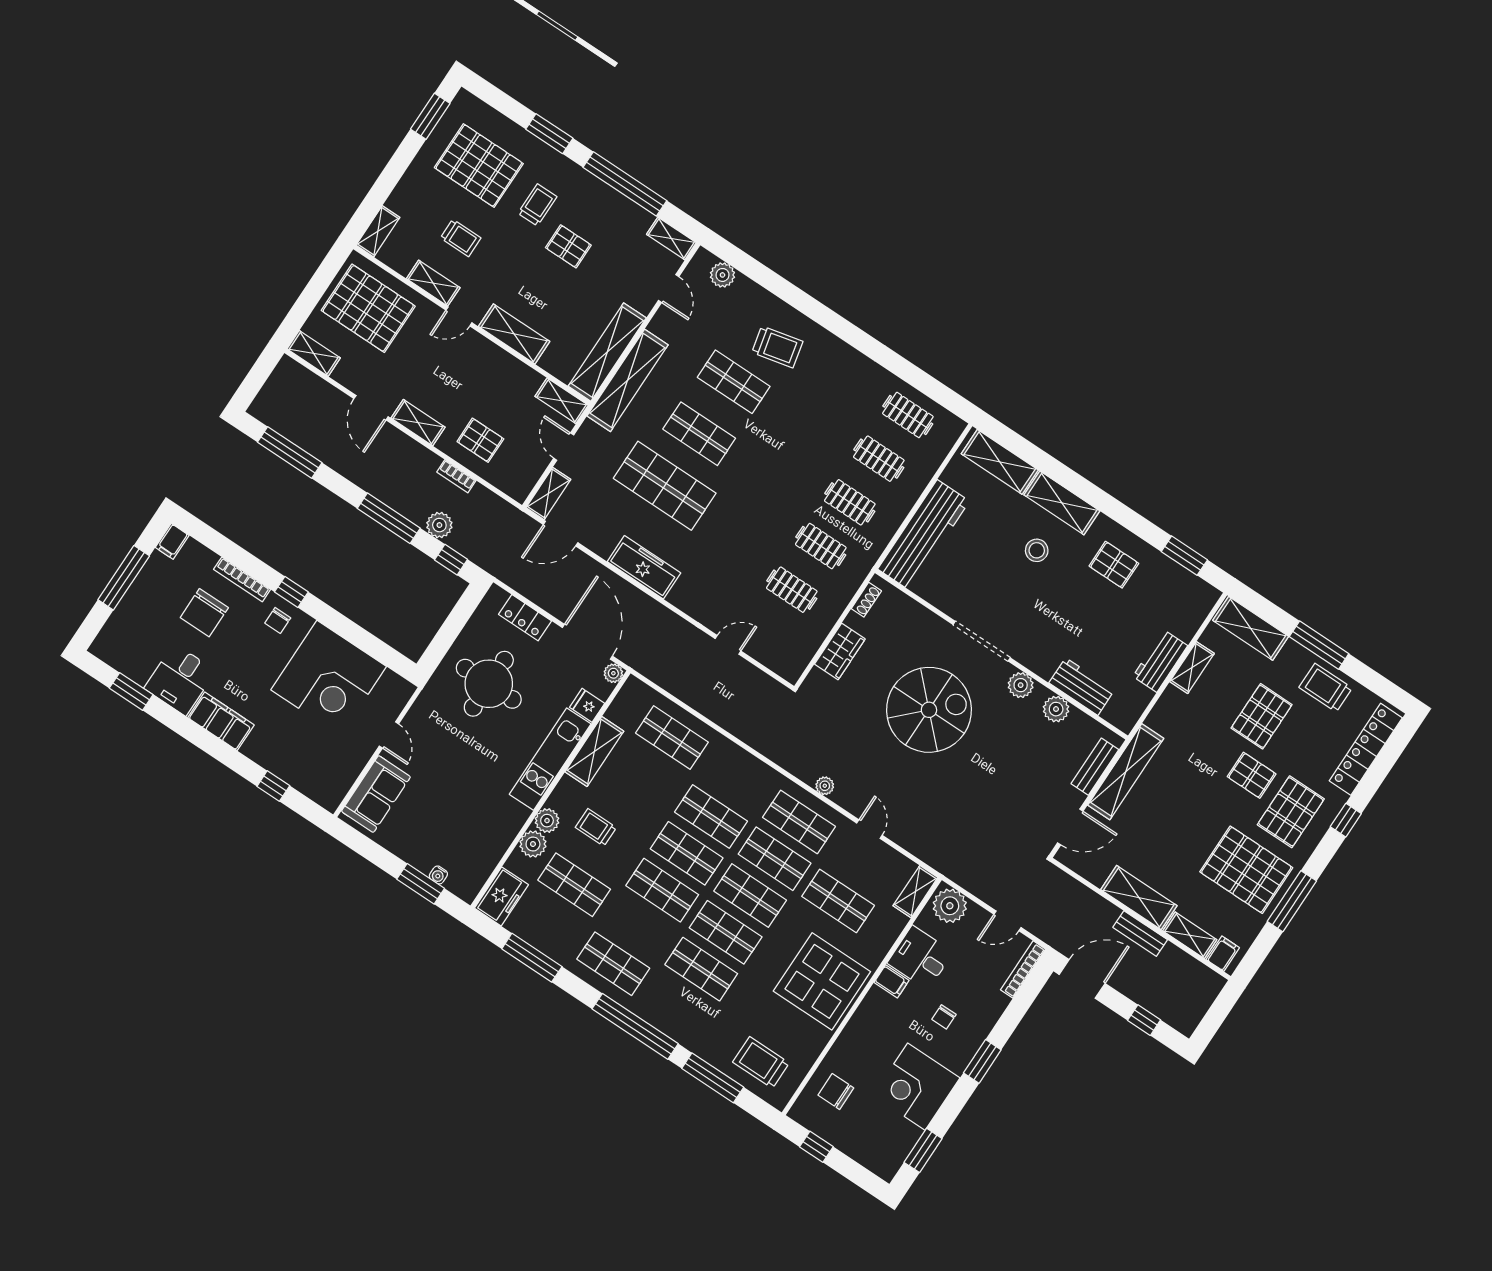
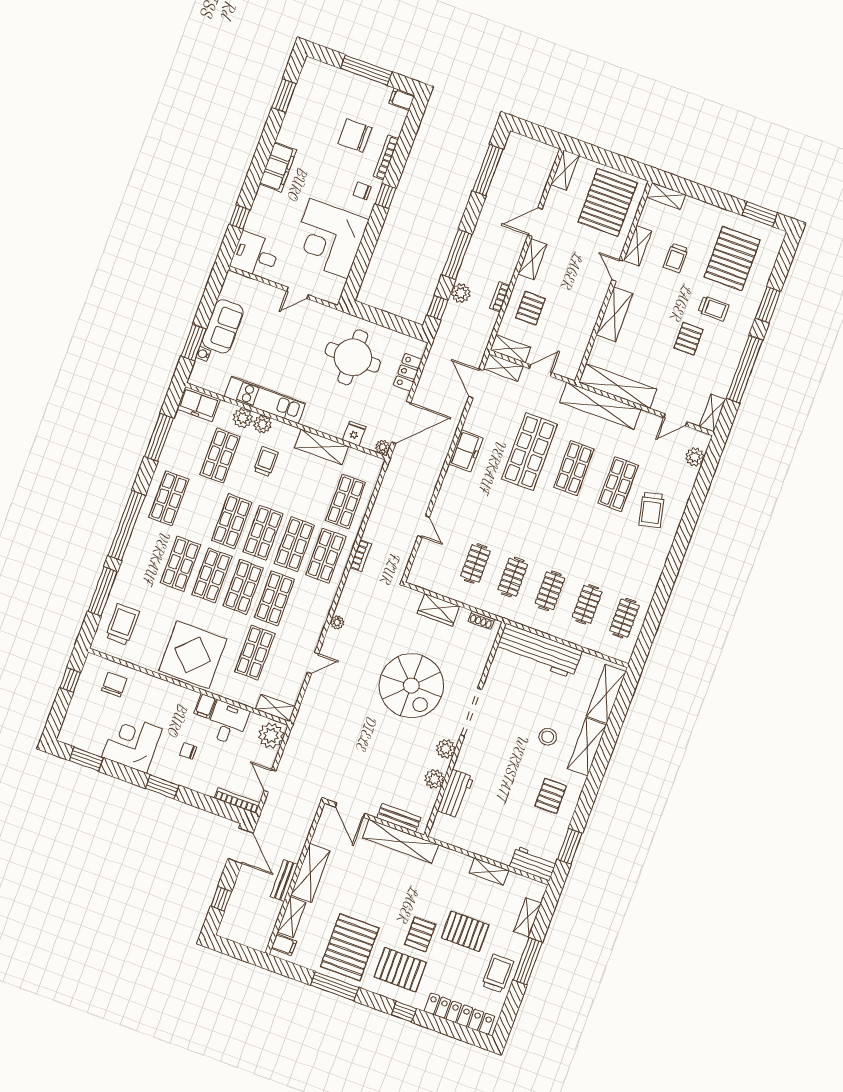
shelving: (562, 401) -> (510, 349), moved, turned 90
freezer: (644, 567) -> (466, 451), width x0.71
shelving: (1251, 628) -> (528, 917), width x0.67, depth x0.75
workbench: (1160, 661) -> (533, 864), moved
desk: (180, 680) -> (255, 255), moved
bookcase: (746, 735) -> (361, 556), added
kitchen unit: (550, 759) -> (265, 400), moved
sofa: (376, 794) -> (223, 326), moved, turned -90
shop shelf: (799, 822) -> (326, 556), moved

